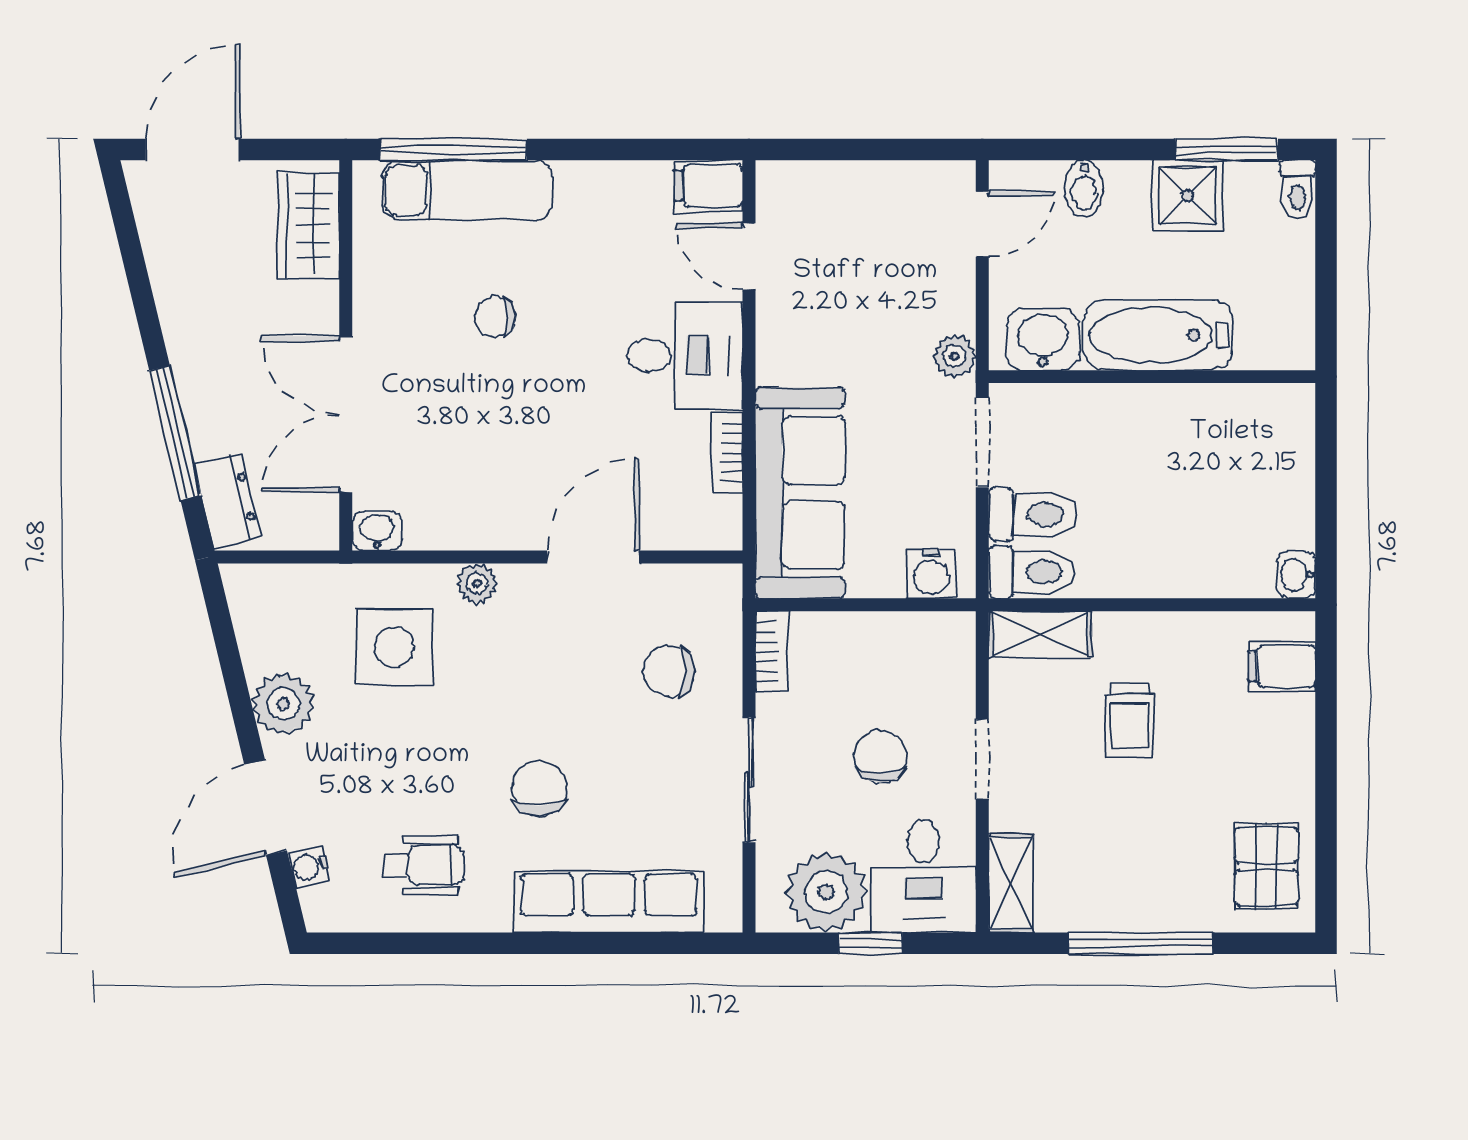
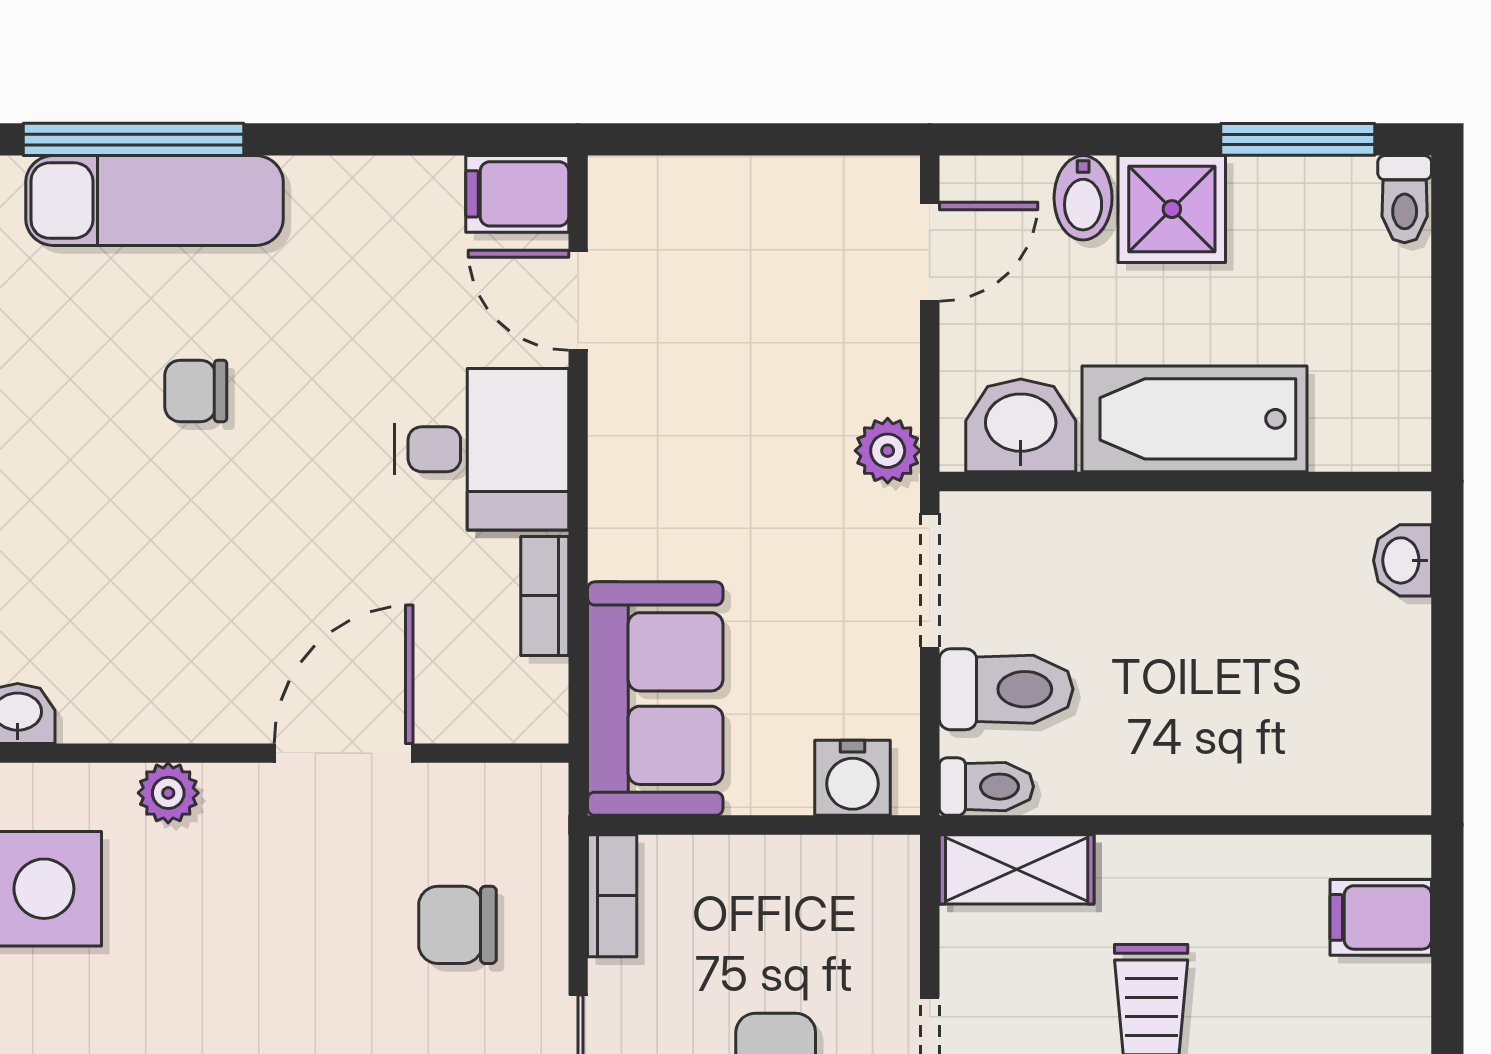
shower: (1187, 196) -> (1172, 209), moved
sofa: (800, 493) -> (655, 699), width x0.73
toilet: (1032, 572) -> (986, 787), width x0.73, depth x0.72
washbasin: (1296, 575) -> (1403, 560), moved

